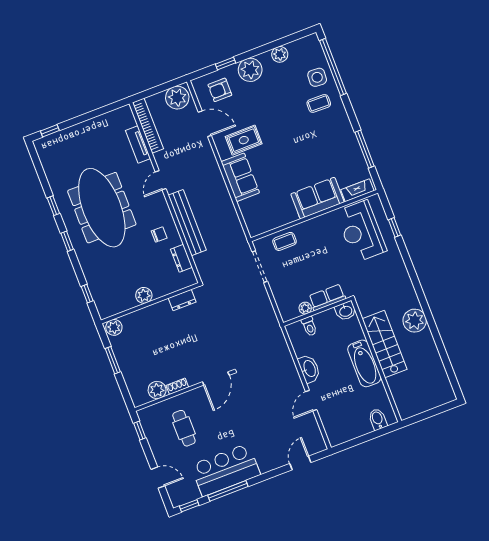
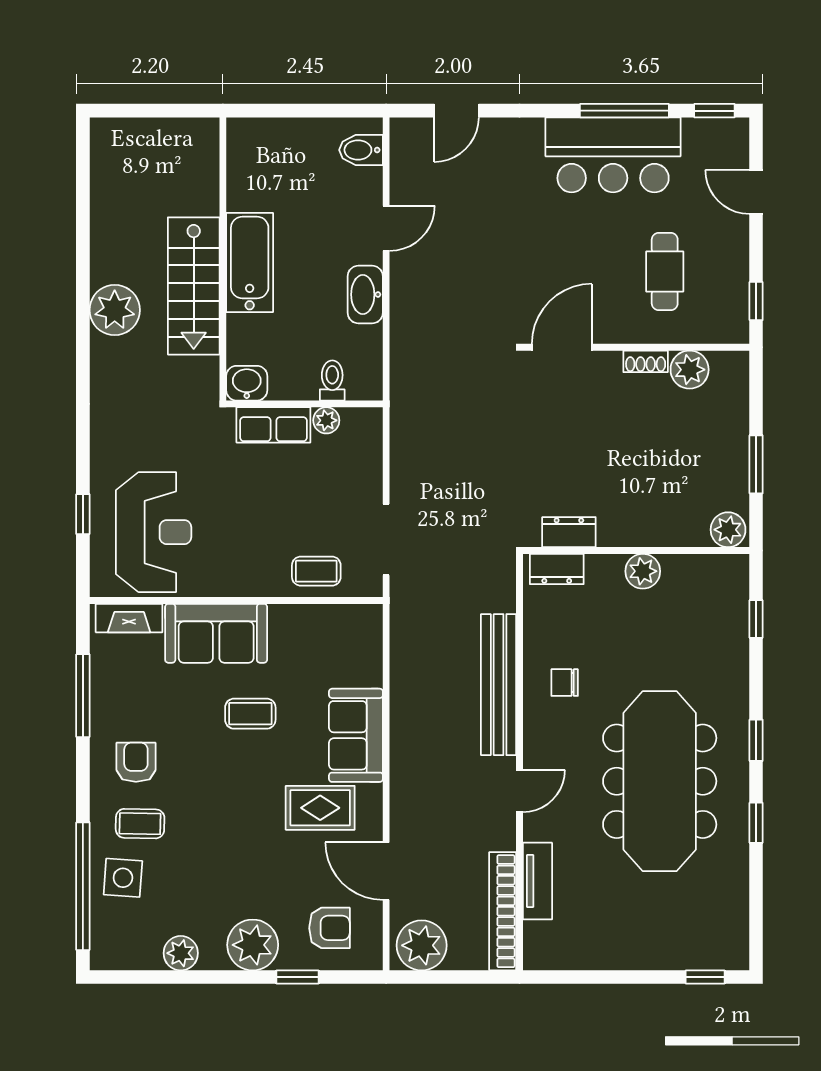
armchair: (331, 129) -> (136, 762), added
coffee table: (289, 169) -> (250, 714), added
dresser: (181, 258) -> (557, 569), moved, turned 90
bidet: (378, 419) -> (361, 150), moved, turned 90

